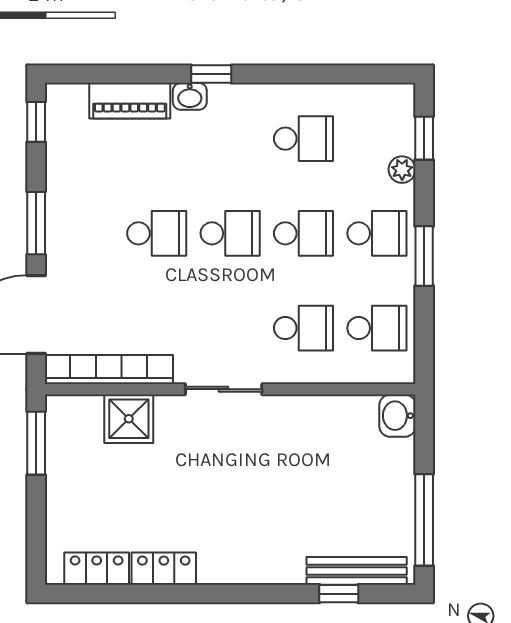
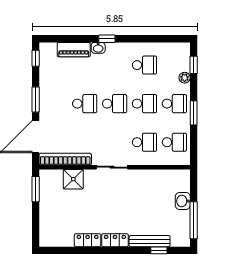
washbasin: (397, 416) -> (183, 201), moved
locker: (97, 569) -> (115, 240), moved
bench: (357, 571) -> (150, 241), moved

